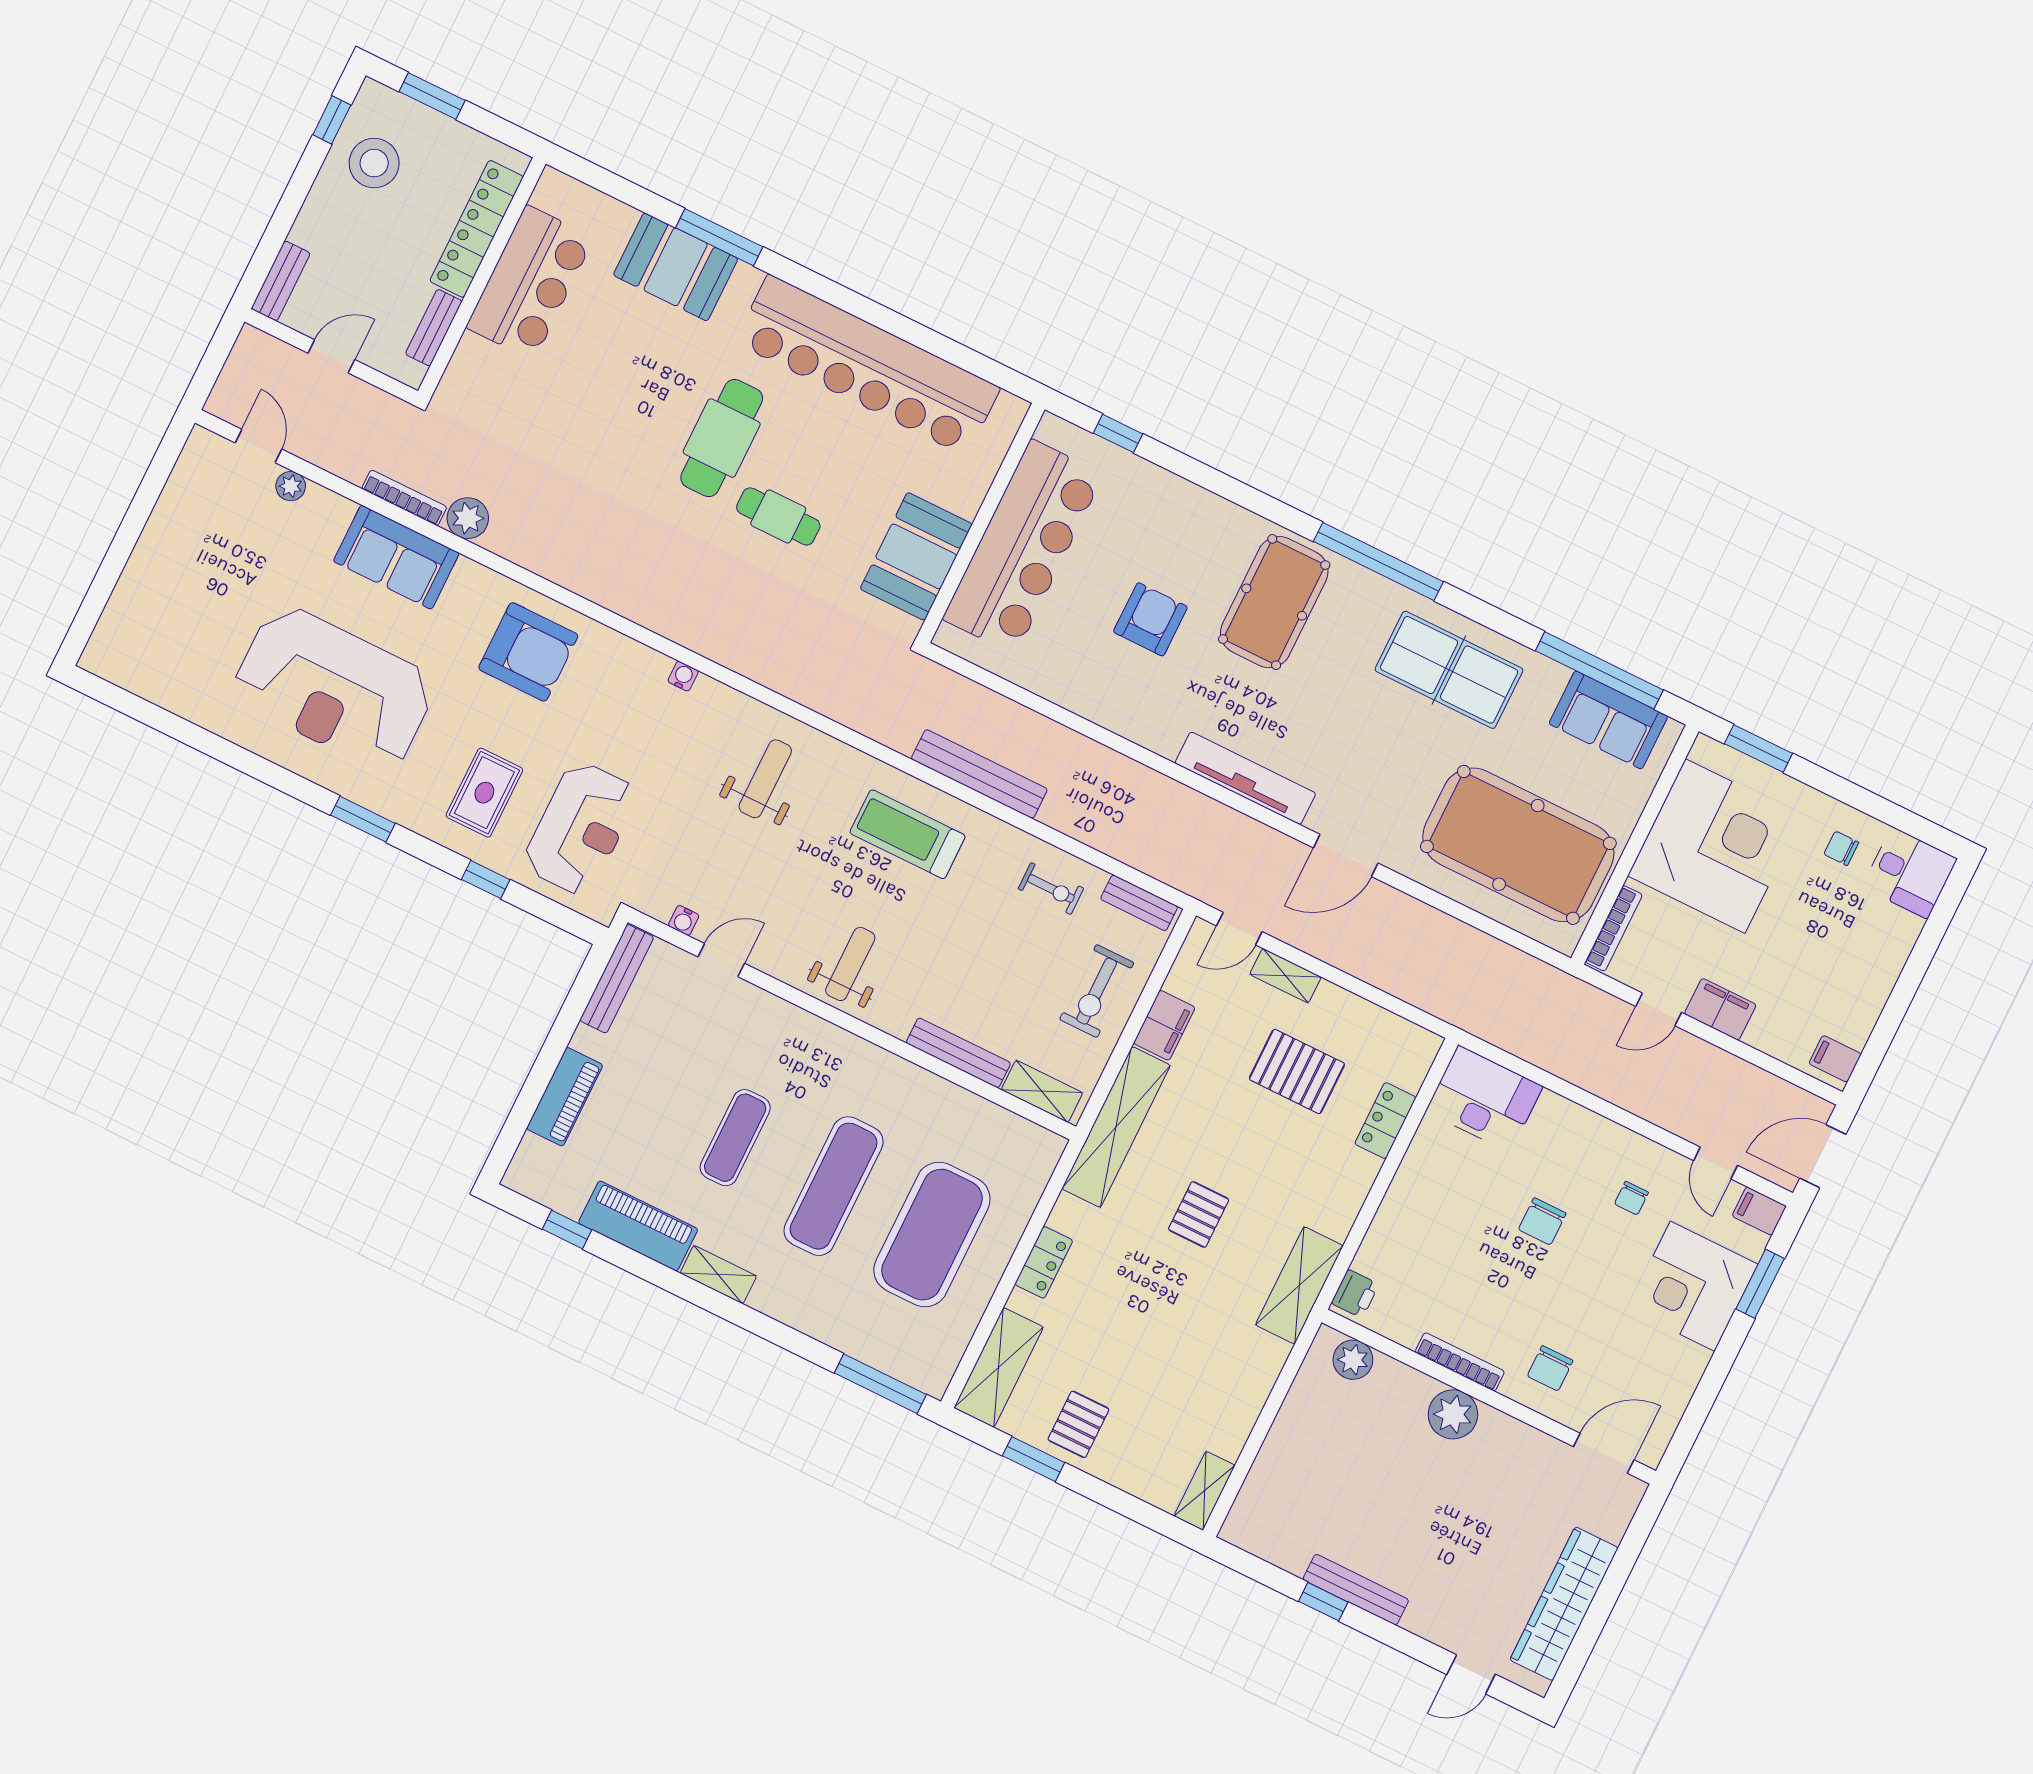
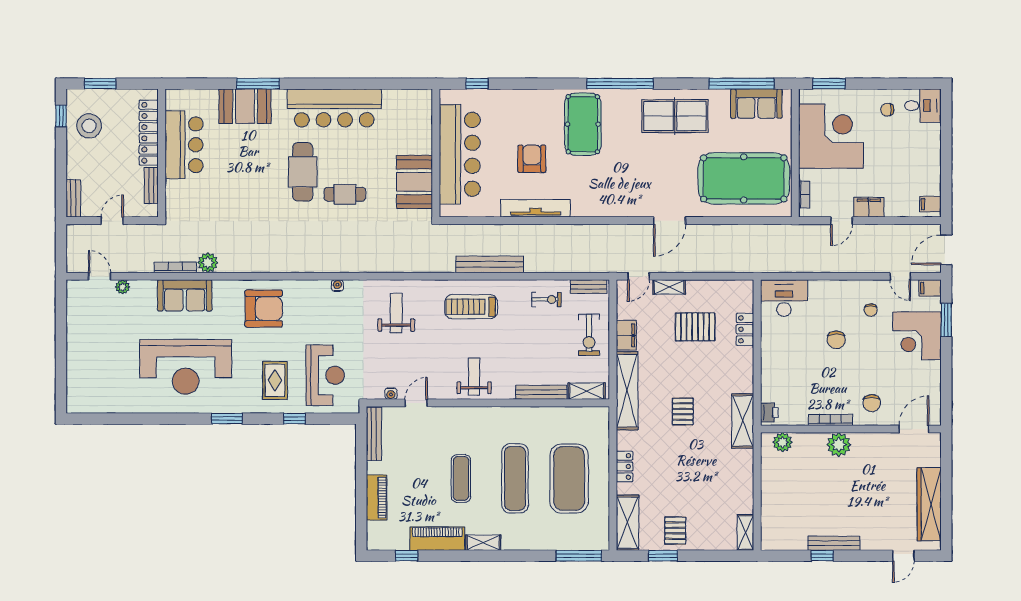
bar counter: (867, 365) -> (334, 108), width x0.73
tv unit: (1245, 778) -> (536, 208), moved
bookcase: (1614, 928) -> (804, 195), width x0.64

